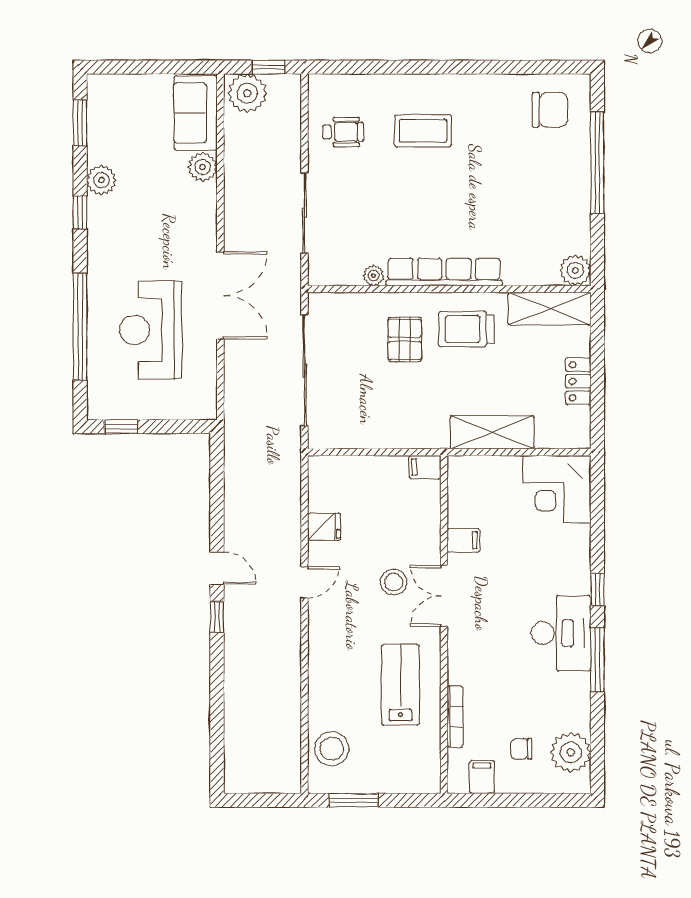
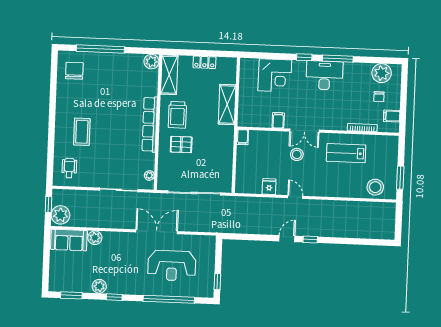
wheelchair: (343, 132) -> (69, 168), moved
plant: (374, 276) -> (149, 175), moved
corner desk: (557, 489) -> (275, 75), moved

